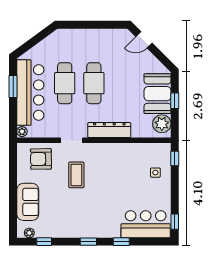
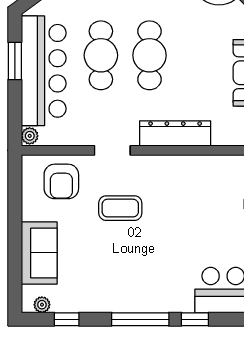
armchair: (41, 159) -> (61, 181), turned -89
coffee table: (76, 175) -> (120, 208), turned 90
window: (88, 242) -> (140, 319), width x2.17

